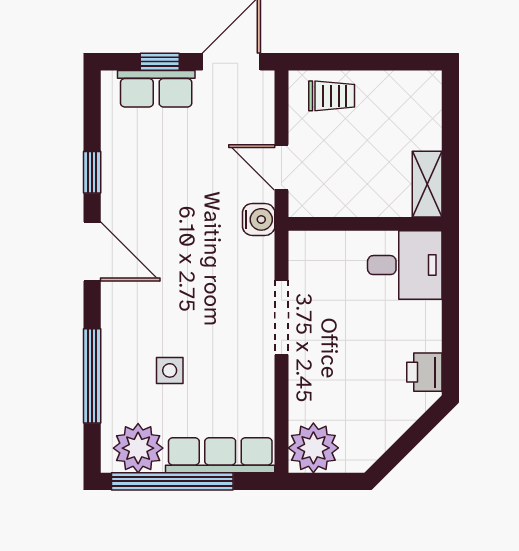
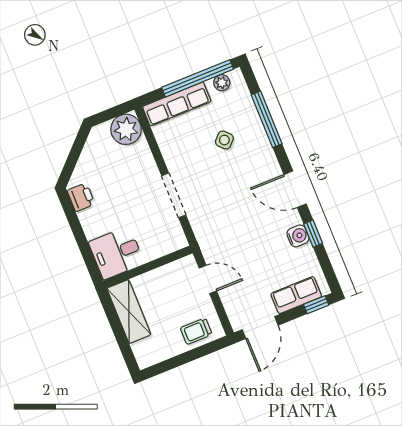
window: (160, 62) -> (316, 305), moved
shelving: (427, 184) -> (129, 312), width x1.50, depth x1.33
water cooler: (259, 219) -> (298, 236), moved, turned 180
side table: (170, 370) -> (224, 140), turned 45
plant: (138, 448) -> (222, 83), width x0.53, depth x0.53

